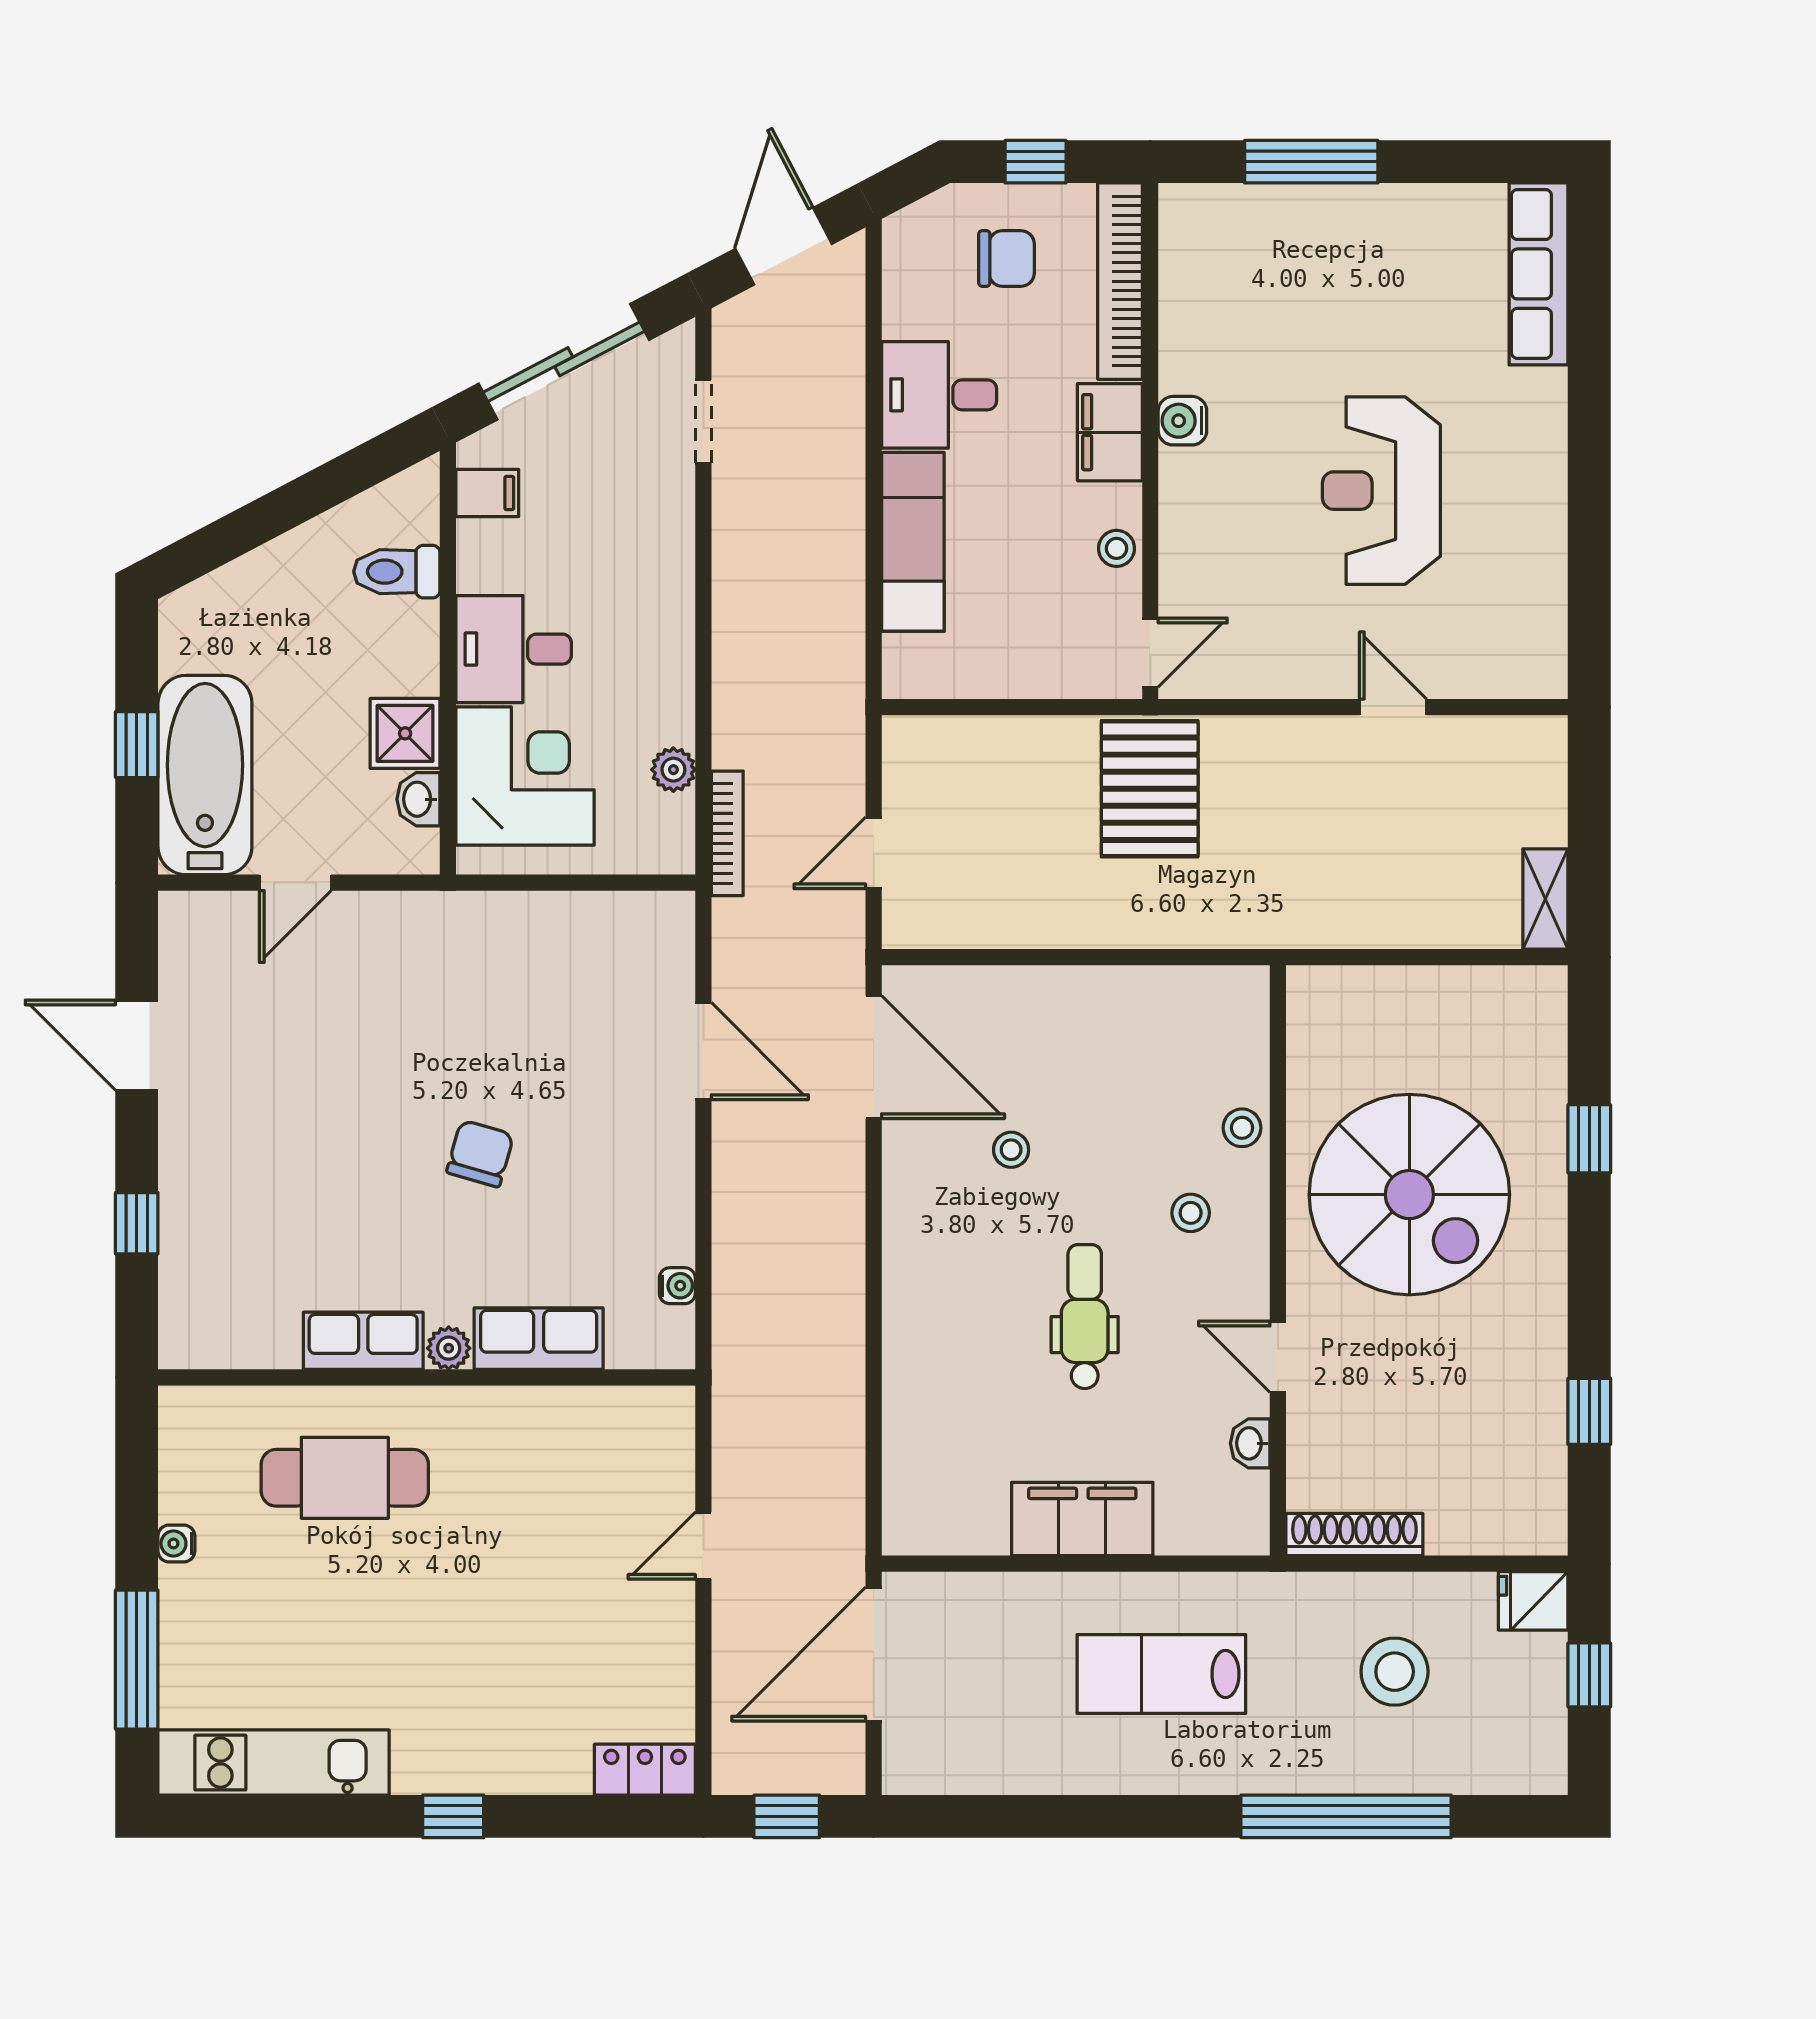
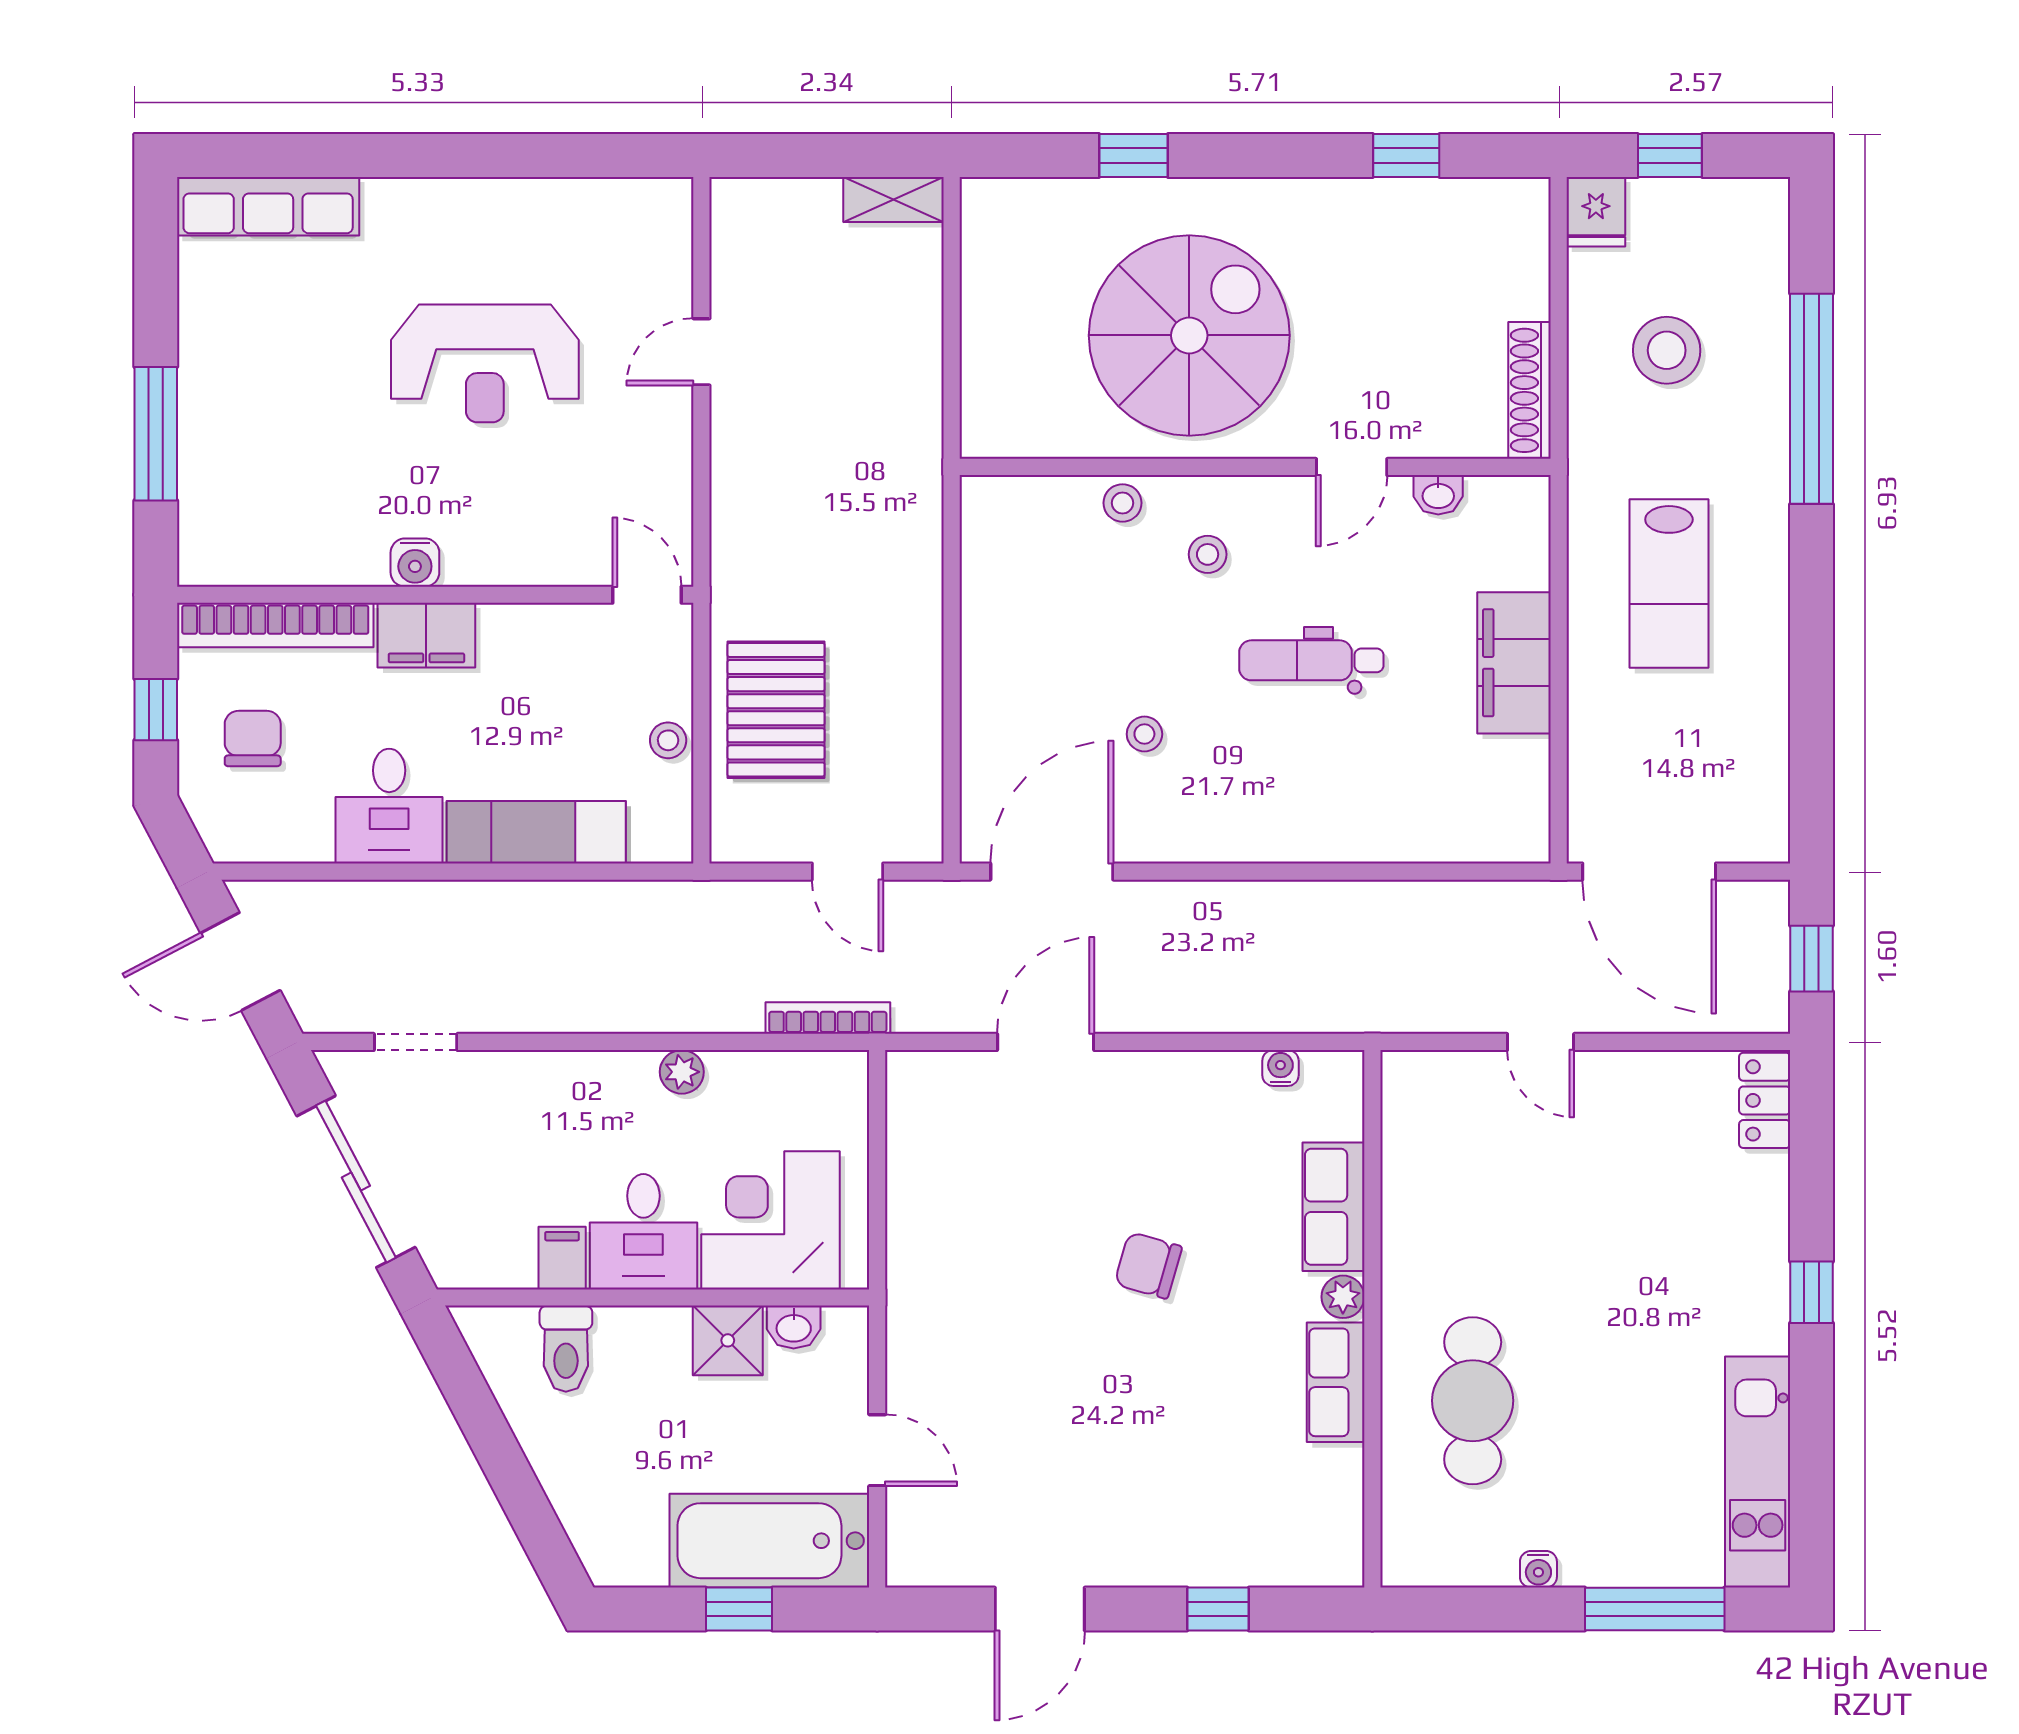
filing cabinet: (487, 493) -> (562, 1258), moved
stool: (1116, 548) -> (668, 740), moved
plant: (673, 770) -> (682, 1072), moved
pallet: (1150, 789) -> (776, 710), moved, turned 90

